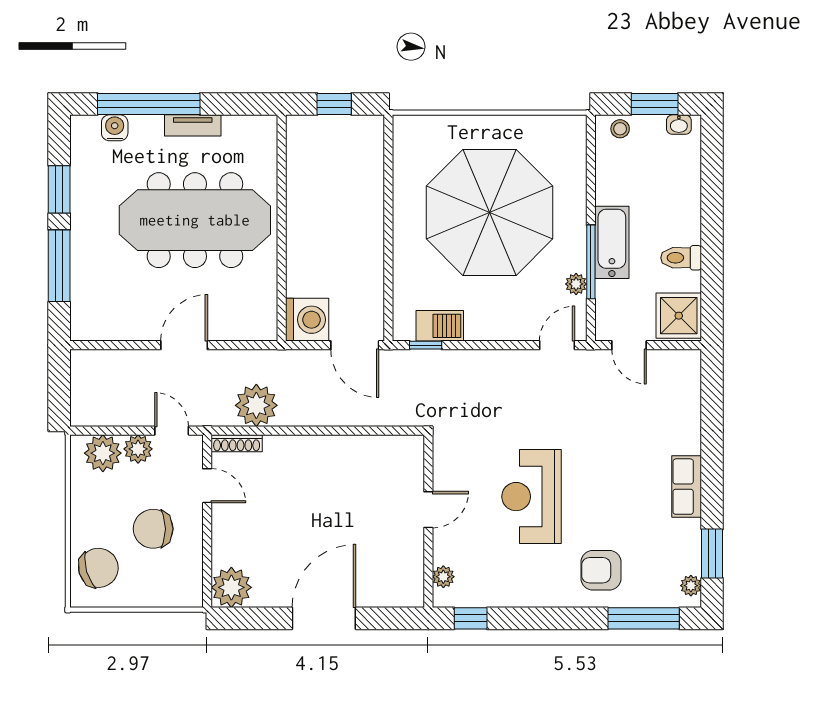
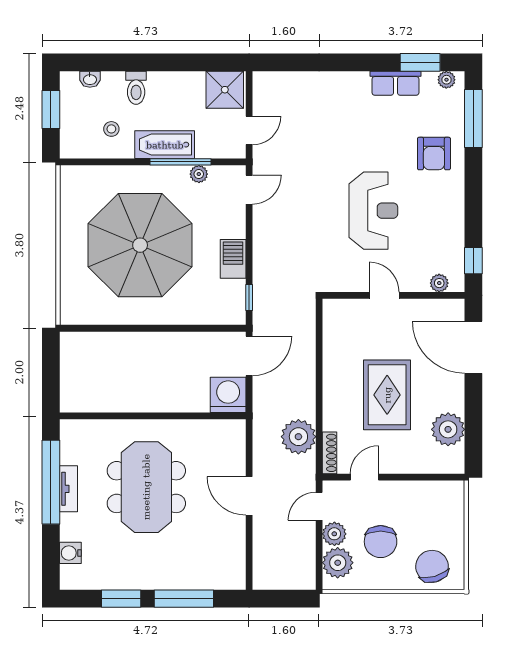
window: (149, 104) -> (51, 482), moved
window: (334, 104) -> (51, 373), removed
washbasin: (679, 125) -> (90, 79), moved, turned 90
stool: (620, 129) -> (111, 129), moved
meeting table: (195, 220) -> (146, 487), width x0.73
toilet: (681, 258) -> (136, 88), moved
barbecue: (440, 326) -> (233, 259), moved
door: (557, 345) -> (249, 190), swing flipped
row of seats: (687, 487) -> (395, 83), moved
reception desk: (532, 497) -> (373, 211), turned -90
rug: (307, 513) -> (387, 395), added
chair: (153, 529) -> (381, 542), moved
plant: (231, 587) -> (448, 429), moved
door: (324, 618) -> (473, 347), moved

